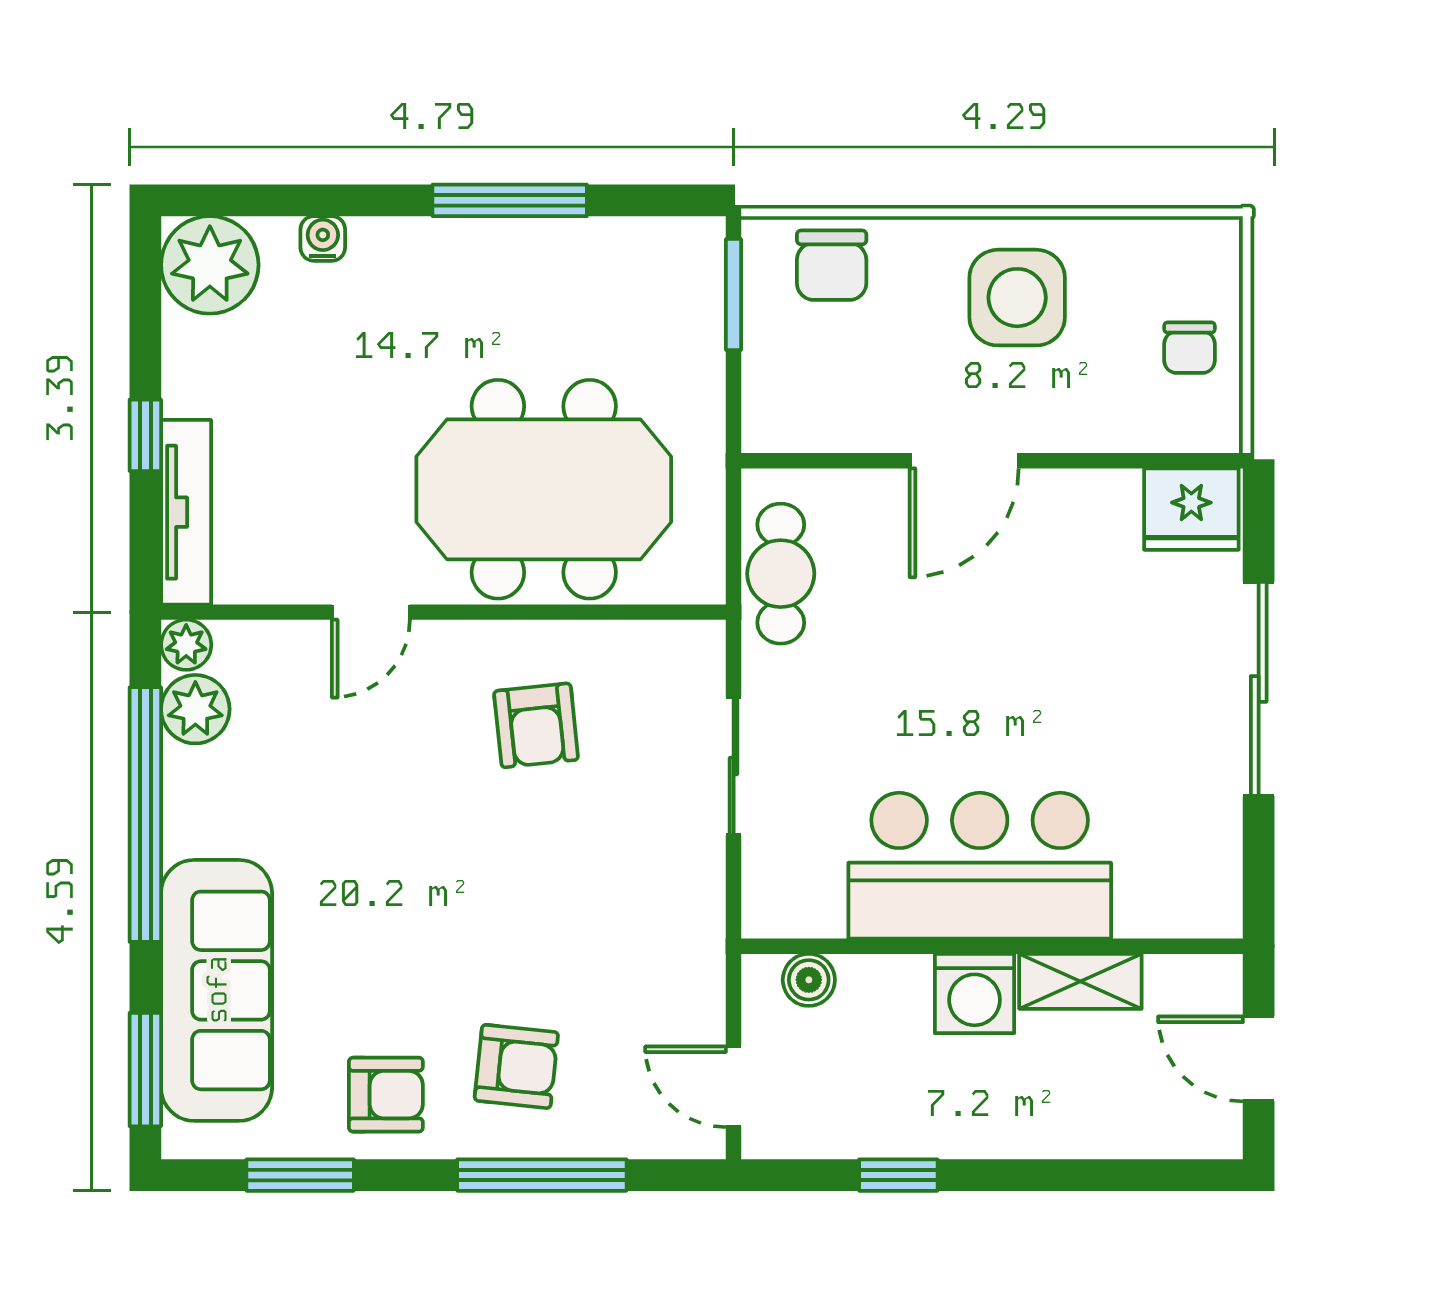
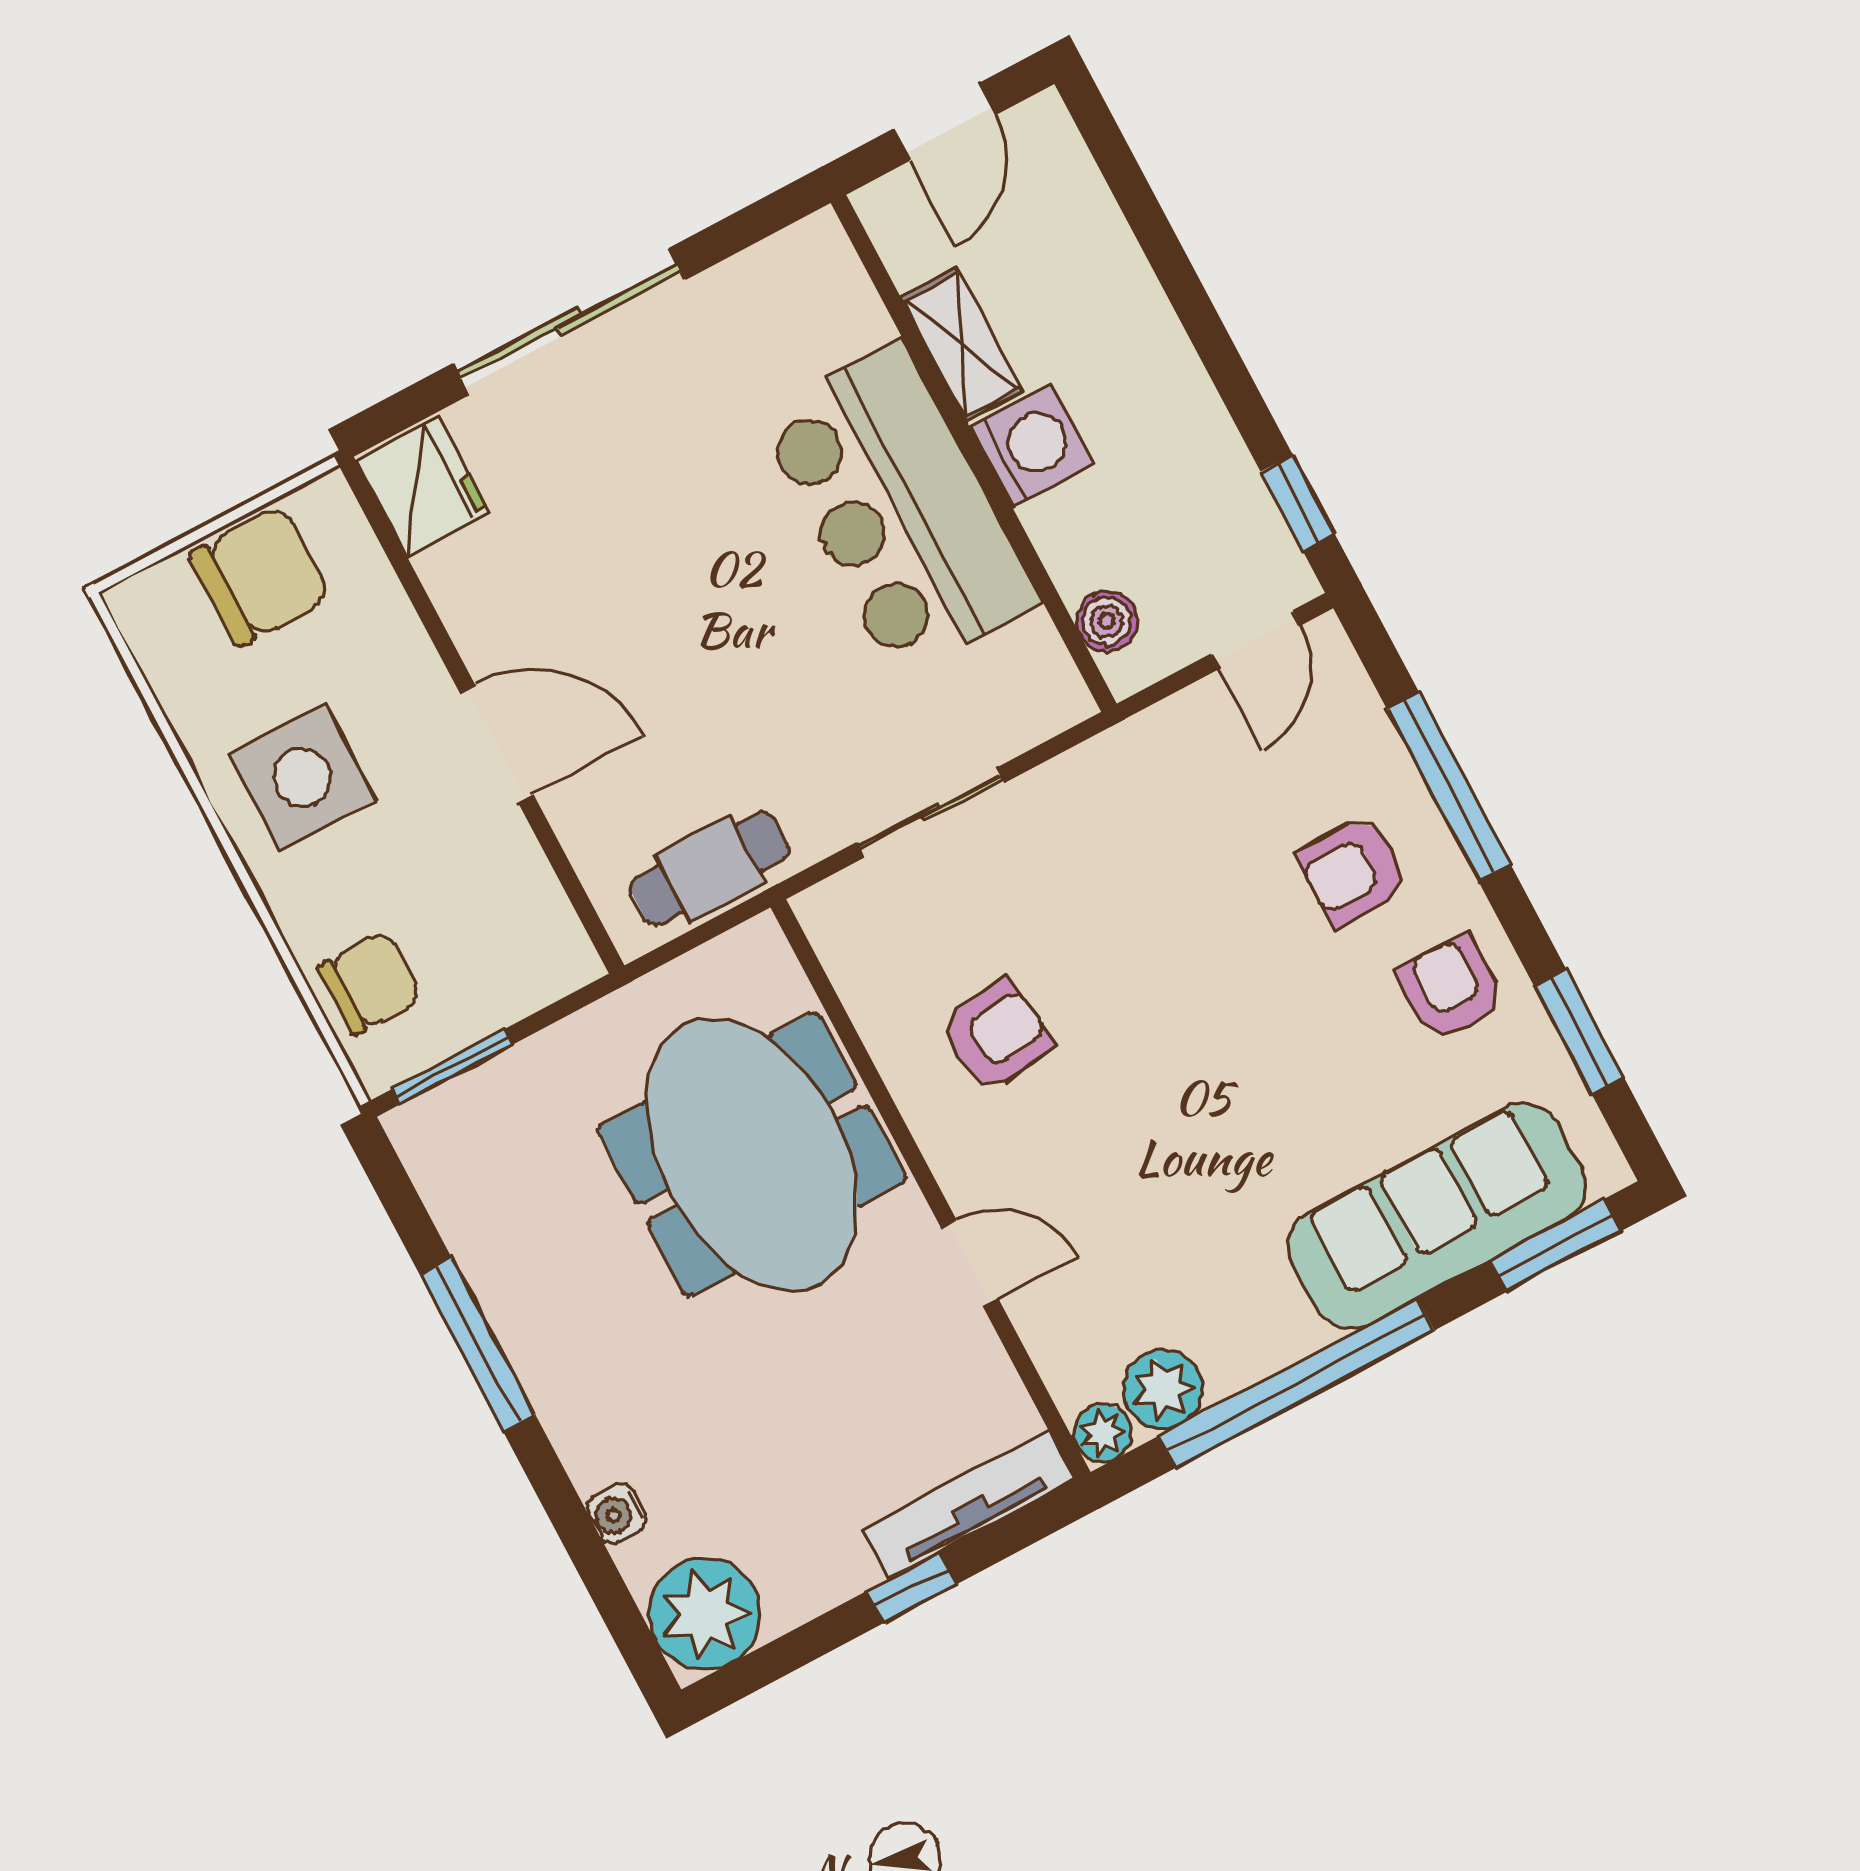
chair: (1190, 348) -> (260, 576), width x1.87, depth x1.87
armchair: (516, 1066) -> (1352, 871), turned -96
window: (898, 1175) -> (1298, 503), moved

